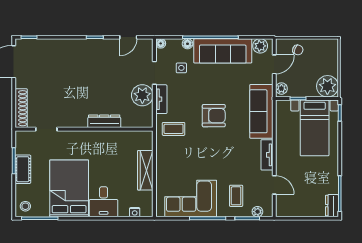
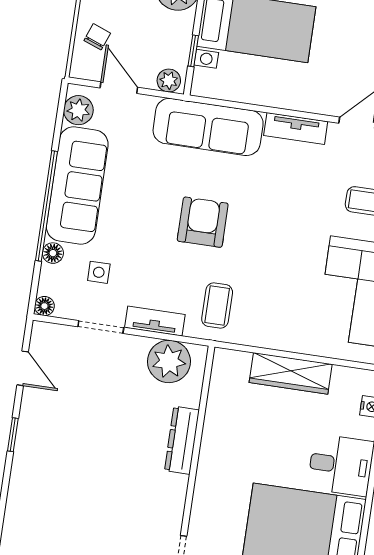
plant: (142, 95) -> (169, 361), moved

